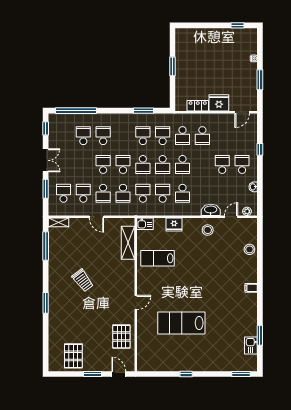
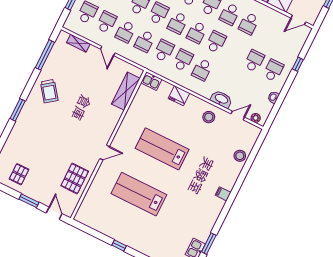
school desk: (183, 164) -> (216, 42), turned 180
shelving: (58, 222) -> (78, 43), moved
lab bench: (158, 258) -> (162, 149), moved, width x1.36, depth x1.39
trolley: (83, 280) -> (49, 91), moved
pallet: (73, 356) -> (19, 174), width x0.67, depth x0.71

